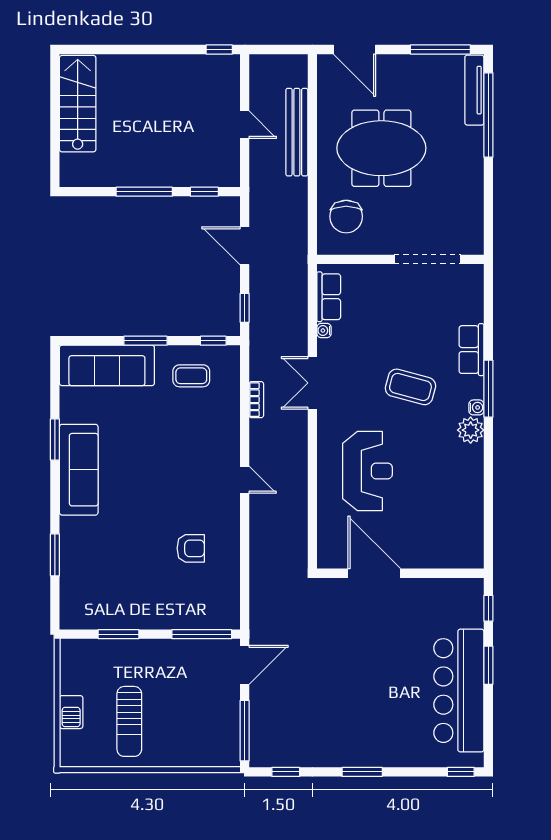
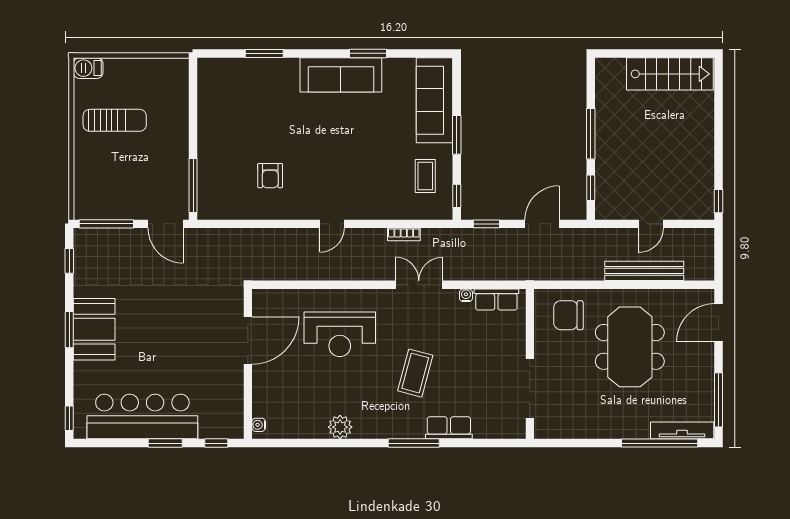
water cooler: (476, 407) -> (259, 425), moved, turned 90
plant: (471, 430) -> (340, 427), moved
window: (119, 634) -> (193, 111), removed
barbecue: (71, 712) -> (88, 68), moved
sun lounger: (129, 721) -> (115, 120), turned 180
booth: (362, 744) -> (94, 329), added

